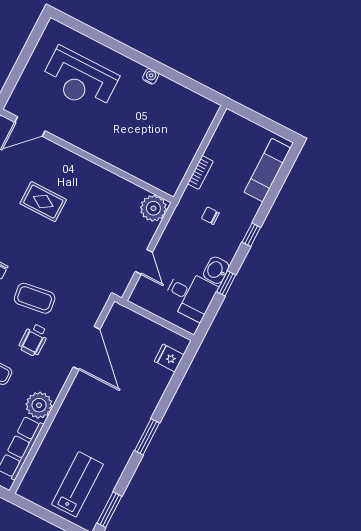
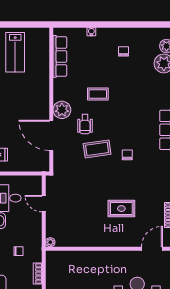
plant: (153, 208) -> (50, 242), width x0.53, depth x0.53
wheelchair: (34, 340) -> (85, 124), turned 180
plant: (39, 405) -> (62, 110), moved

